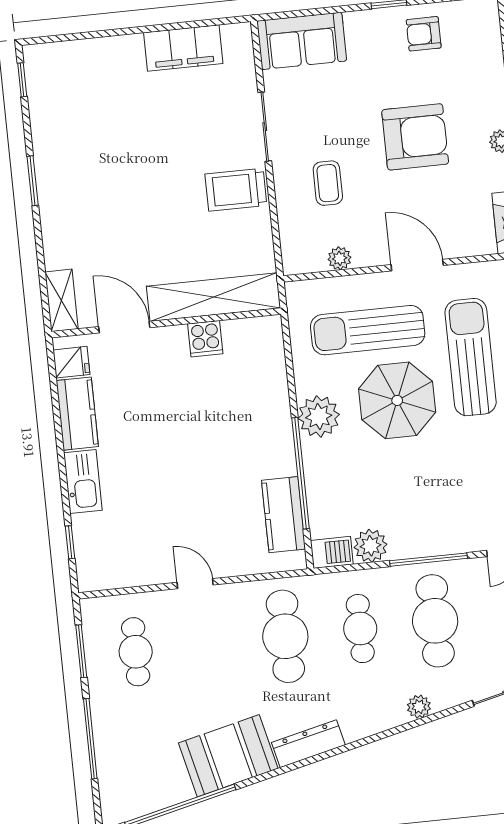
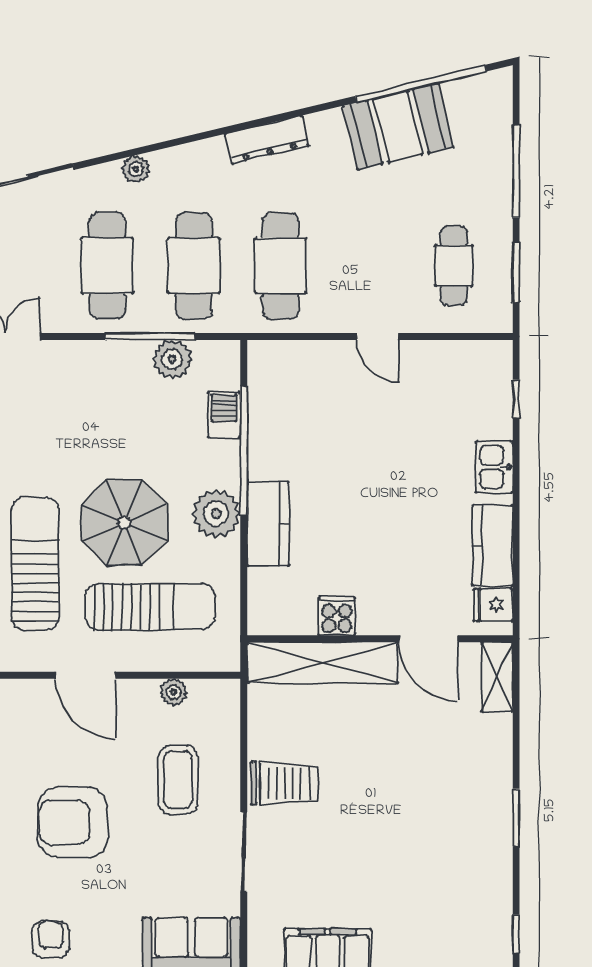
armchair: (424, 34) -> (51, 939), turned -90
coffee table: (328, 183) -> (178, 780), width x1.36, depth x1.30
sun lounger: (471, 357) -> (35, 564), turned 180
kitchen sink: (83, 482) -> (494, 467), width x0.73
kitchen counter: (284, 515) -> (268, 524), moved
barbecue: (332, 552) -> (224, 415), moved, turned 90
window: (428, 560) -> (150, 337), moved
cafe table: (360, 629) -> (194, 266), width x1.37, depth x1.35
booth: (228, 756) -> (398, 127), moved

